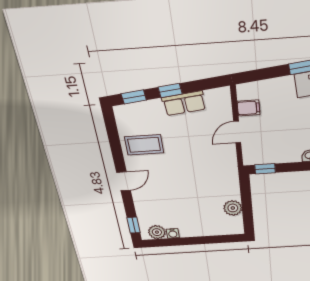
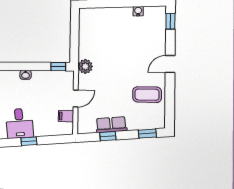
window: (170, 91) -> (108, 136), moved
plant: (233, 208) -> (85, 66), moved
plant: (157, 232) -> (152, 13), removed

